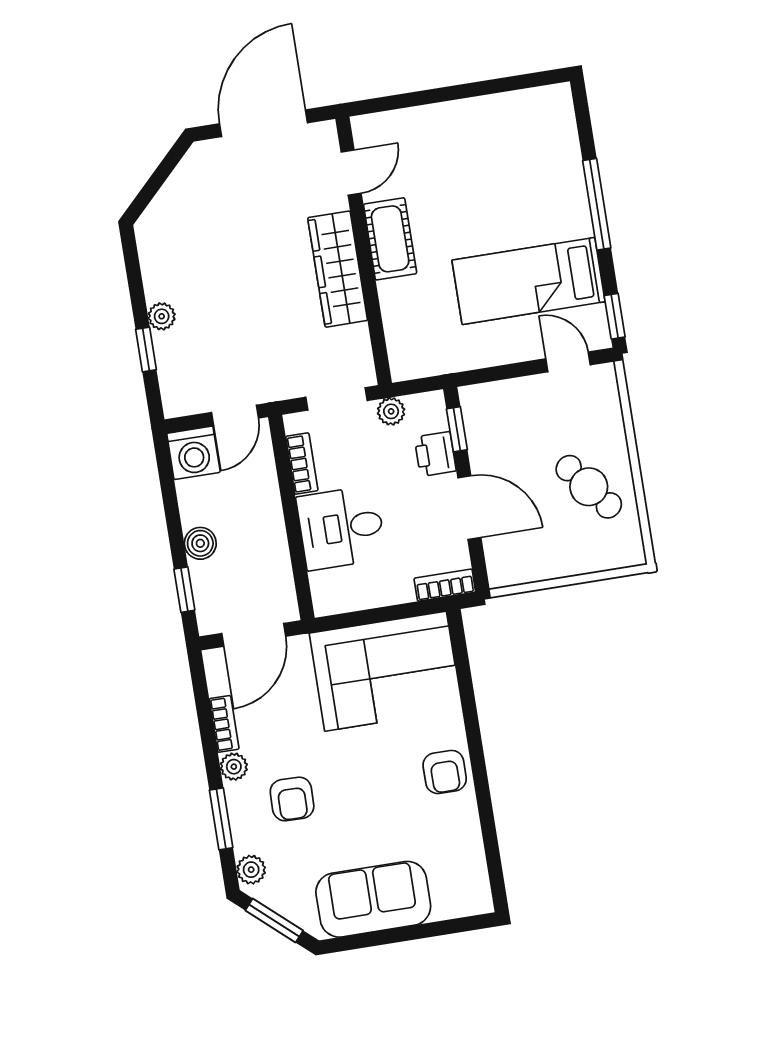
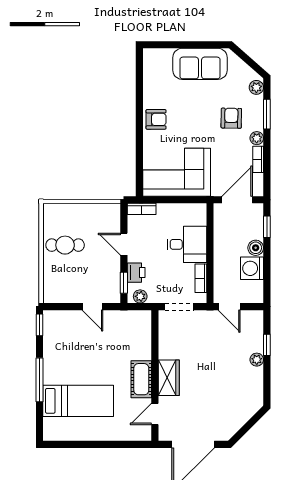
wardrobe: (338, 269) -> (169, 378), width x0.67
bed: (529, 281) -> (78, 401), moved
door: (568, 362) -> (92, 307), moved
plant: (391, 411) -> (140, 296), moved
door: (235, 415) -> (229, 307), swing flipped
washing machine: (193, 453) -> (252, 268), moved, turned -90
cafe table: (589, 487) -> (65, 245), turned -52
door: (469, 508) -> (124, 244), width x0.73
armchair: (445, 772) -> (156, 119), turned 90
window: (274, 920) -> (249, 61), removed

